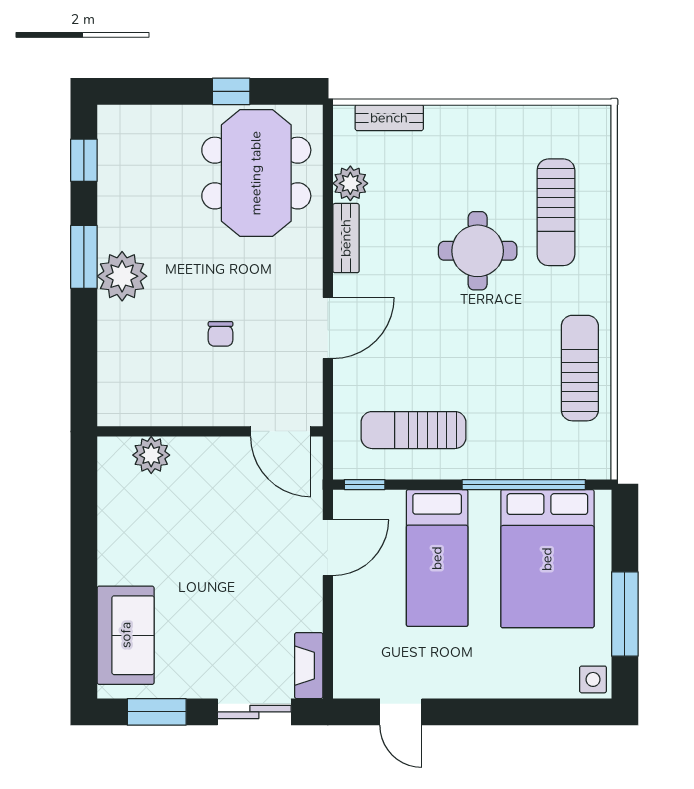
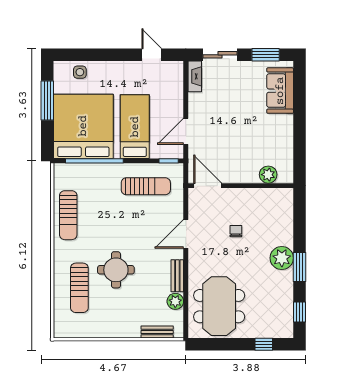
window: (231, 91) -> (264, 344), moved
sun lounger: (556, 212) -> (79, 288), turned 180
bed: (547, 559) -> (83, 126), width x1.36
side table: (593, 679) -> (80, 72), moved

